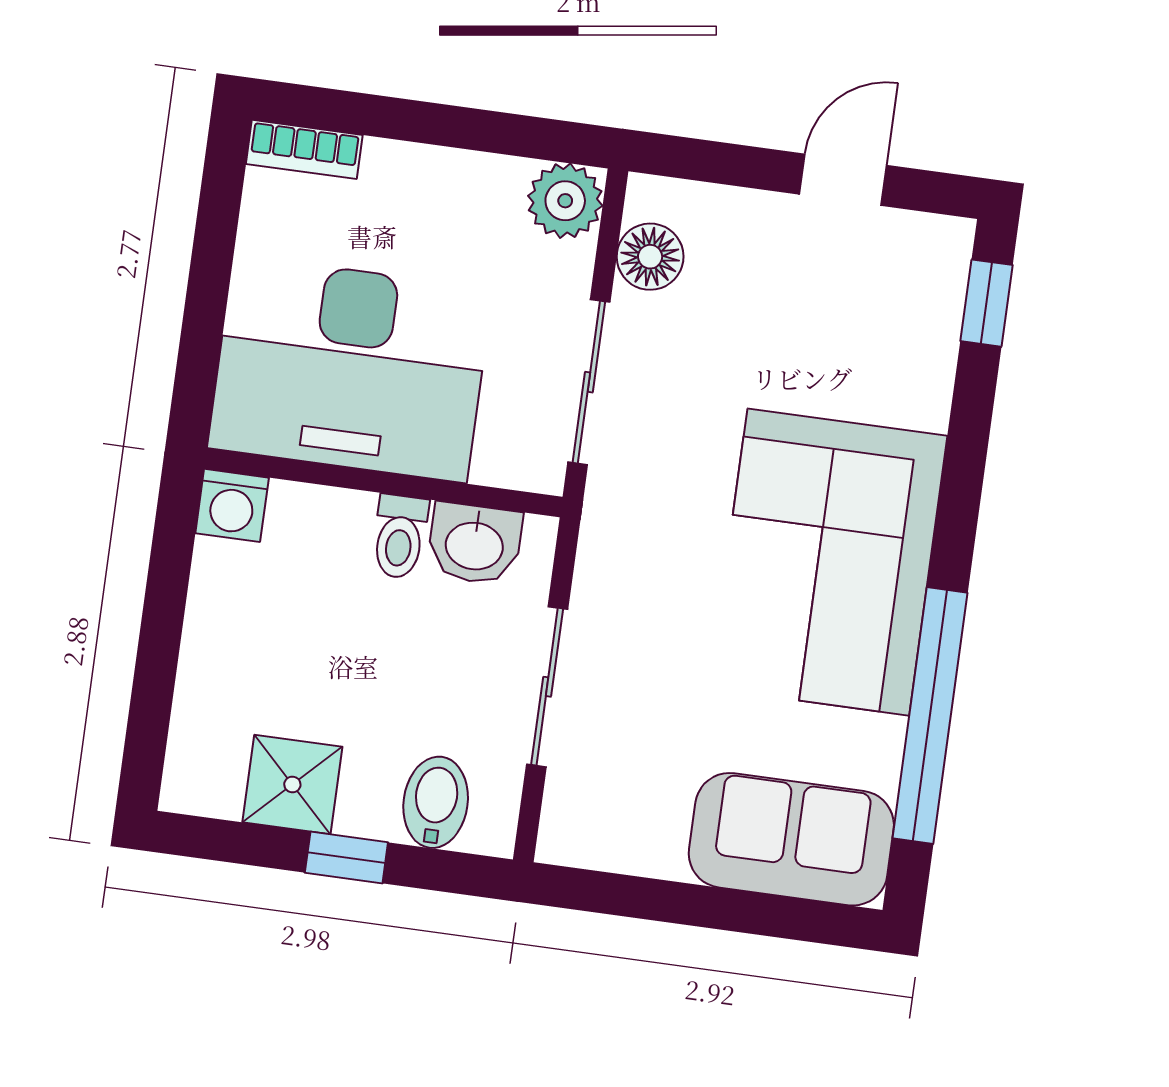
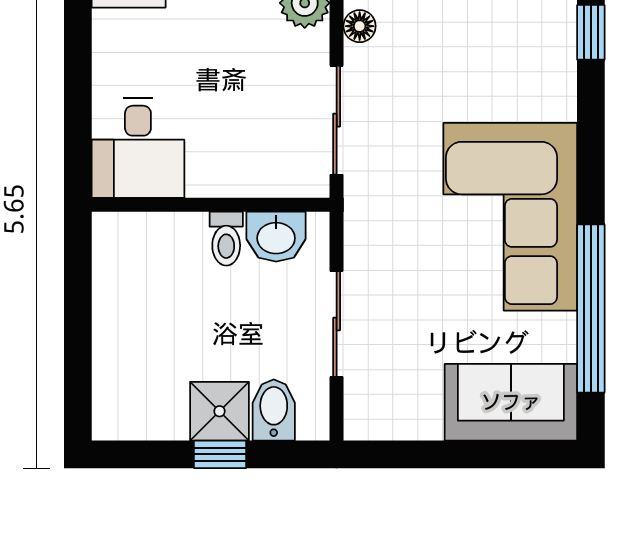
floor lamp: (650, 257) -> (360, 26), width x0.73, depth x0.73
desk: (350, 369) -> (138, 148), width x0.53, depth x0.77
washing machine: (232, 505) -> (113, 233), removed
shower: (292, 784) -> (220, 411), moved

